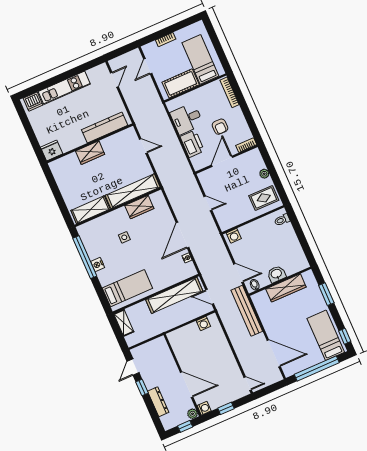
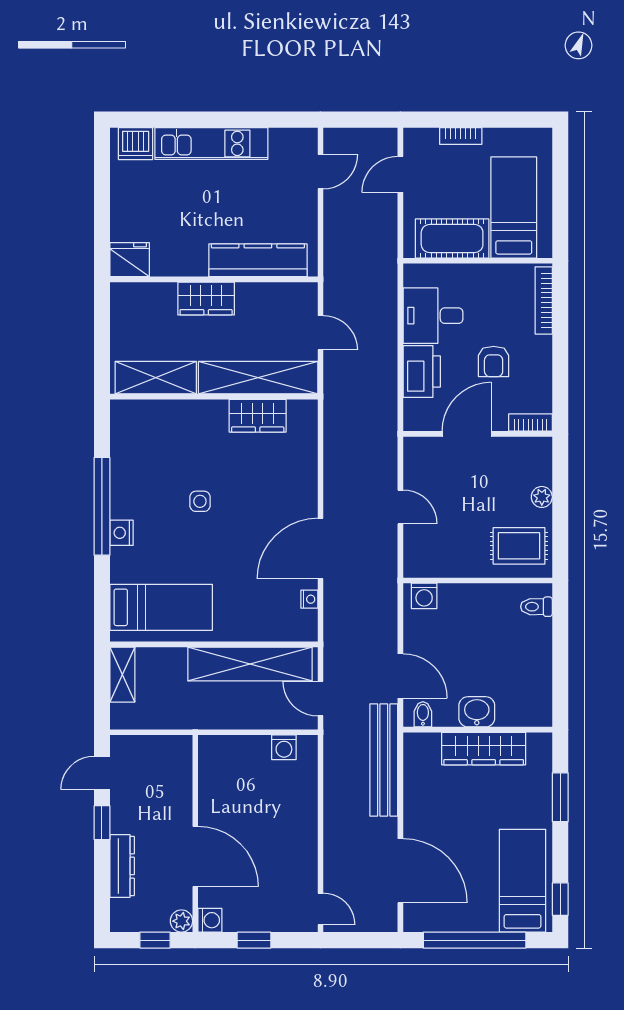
shelving: (133, 191) -> (258, 378), moved
wall: (118, 207) -> (214, 397), moved
wardrobe: (139, 207) -> (258, 416), moved
shelving: (90, 210) -> (156, 378), moved

